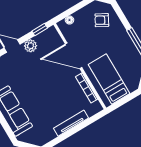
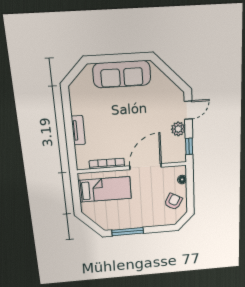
armchair: (102, 20) -> (173, 202), moved
tv unit: (71, 123) -> (78, 130), width x0.71

